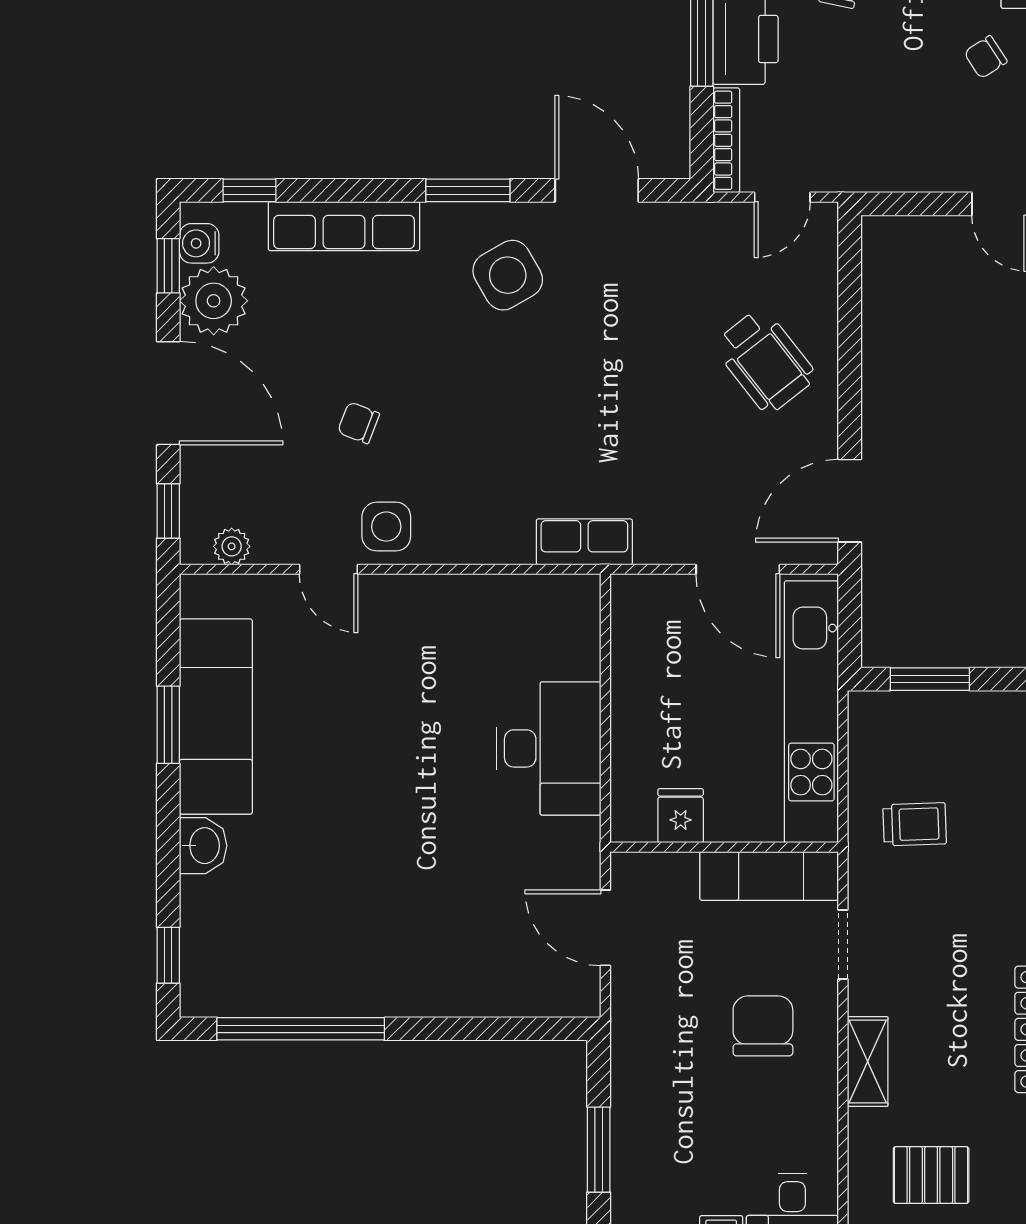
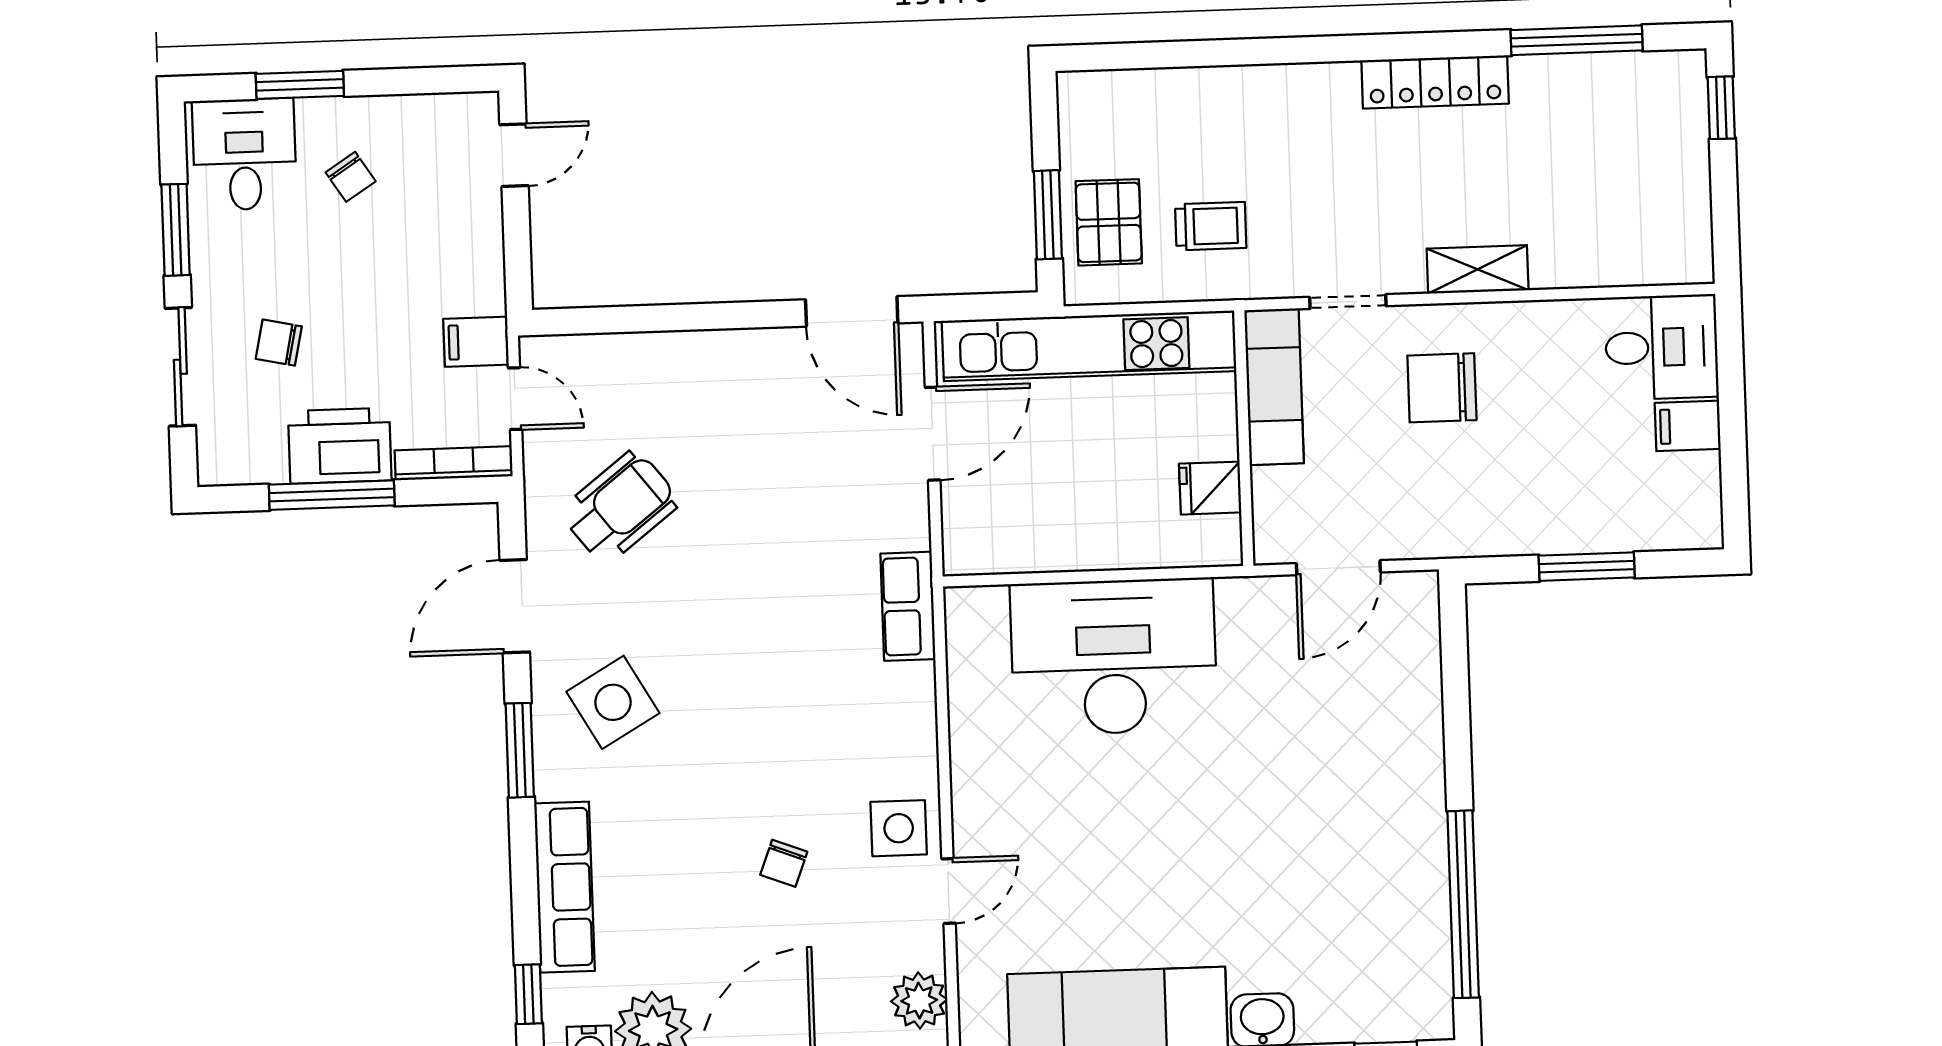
filing cabinet: (834, 164) -> (476, 342), added
wheelchair: (765, 361) -> (620, 507), moved
plant: (232, 546) -> (919, 1000), width x1.38, depth x1.38
desk: (548, 748) -> (1114, 657), width x1.36, depth x1.30
trolley: (915, 824) -> (1211, 226), turned 92
pallet: (931, 1175) -> (1109, 222), moved

